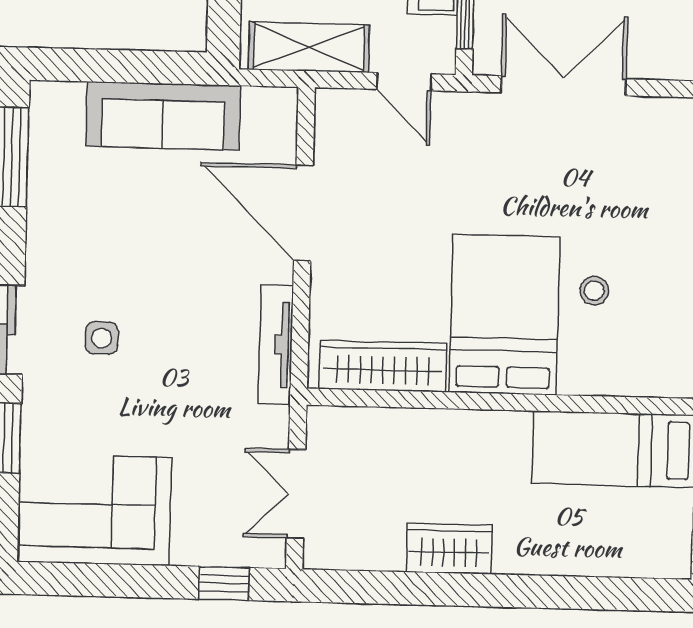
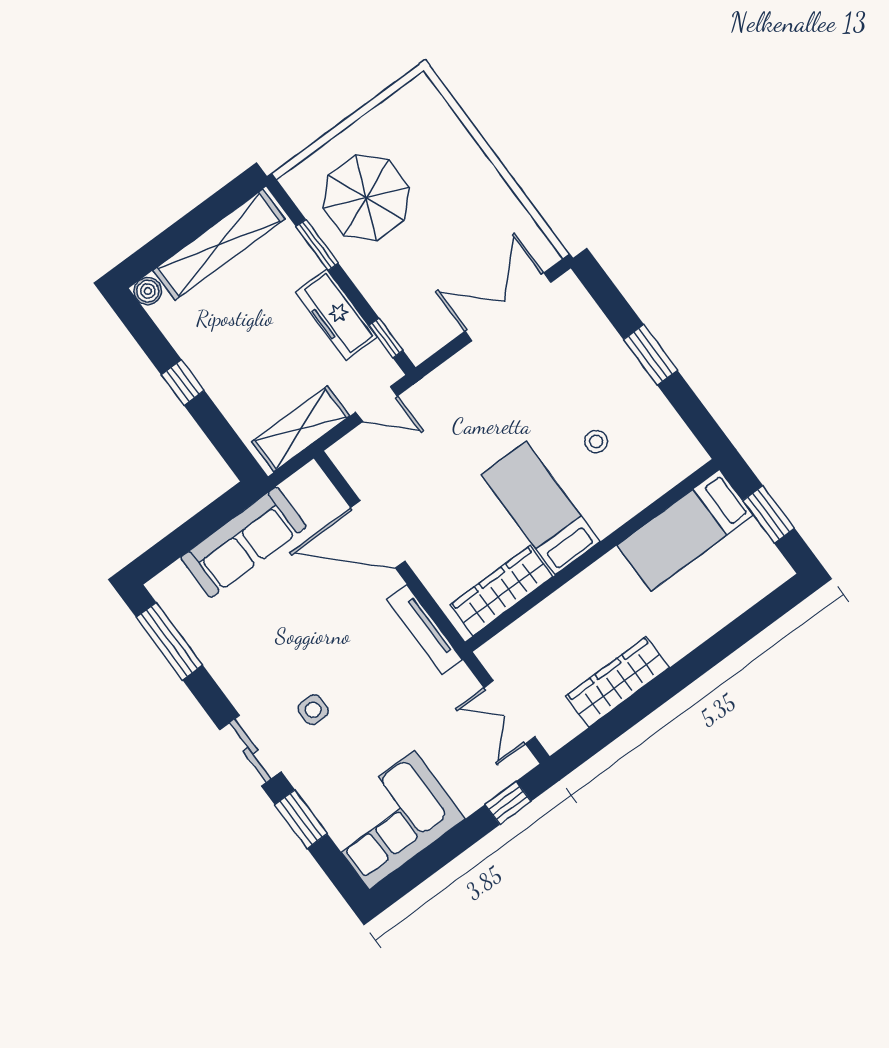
double door: (564, 86) -> (508, 307), moved
bed: (504, 315) -> (541, 508), width x0.67
wardrobe: (449, 549) -> (618, 682), width x1.50

